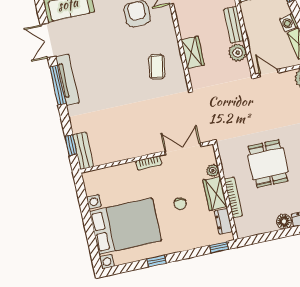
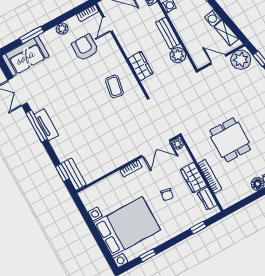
door: (269, 73) -> (218, 59), moved
tv unit: (67, 80) -> (46, 125), width x0.71
double door: (183, 149) -> (156, 148), swing flipped
plant: (213, 170) -> (178, 144), moved
window: (219, 247) -> (198, 228), moved
window: (156, 261) -> (148, 255), moved

